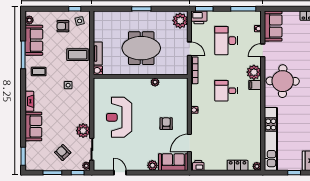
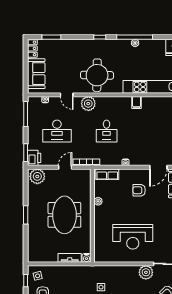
sofa: (273, 26) -> (36, 74), moved, turned 90
coffee table: (78, 55) -> (71, 278), removed
filing cabinet: (255, 85) -> (137, 103), moved
row of seats: (182, 91) -> (107, 174), added
door: (189, 143) -> (158, 167), hinge flipped

